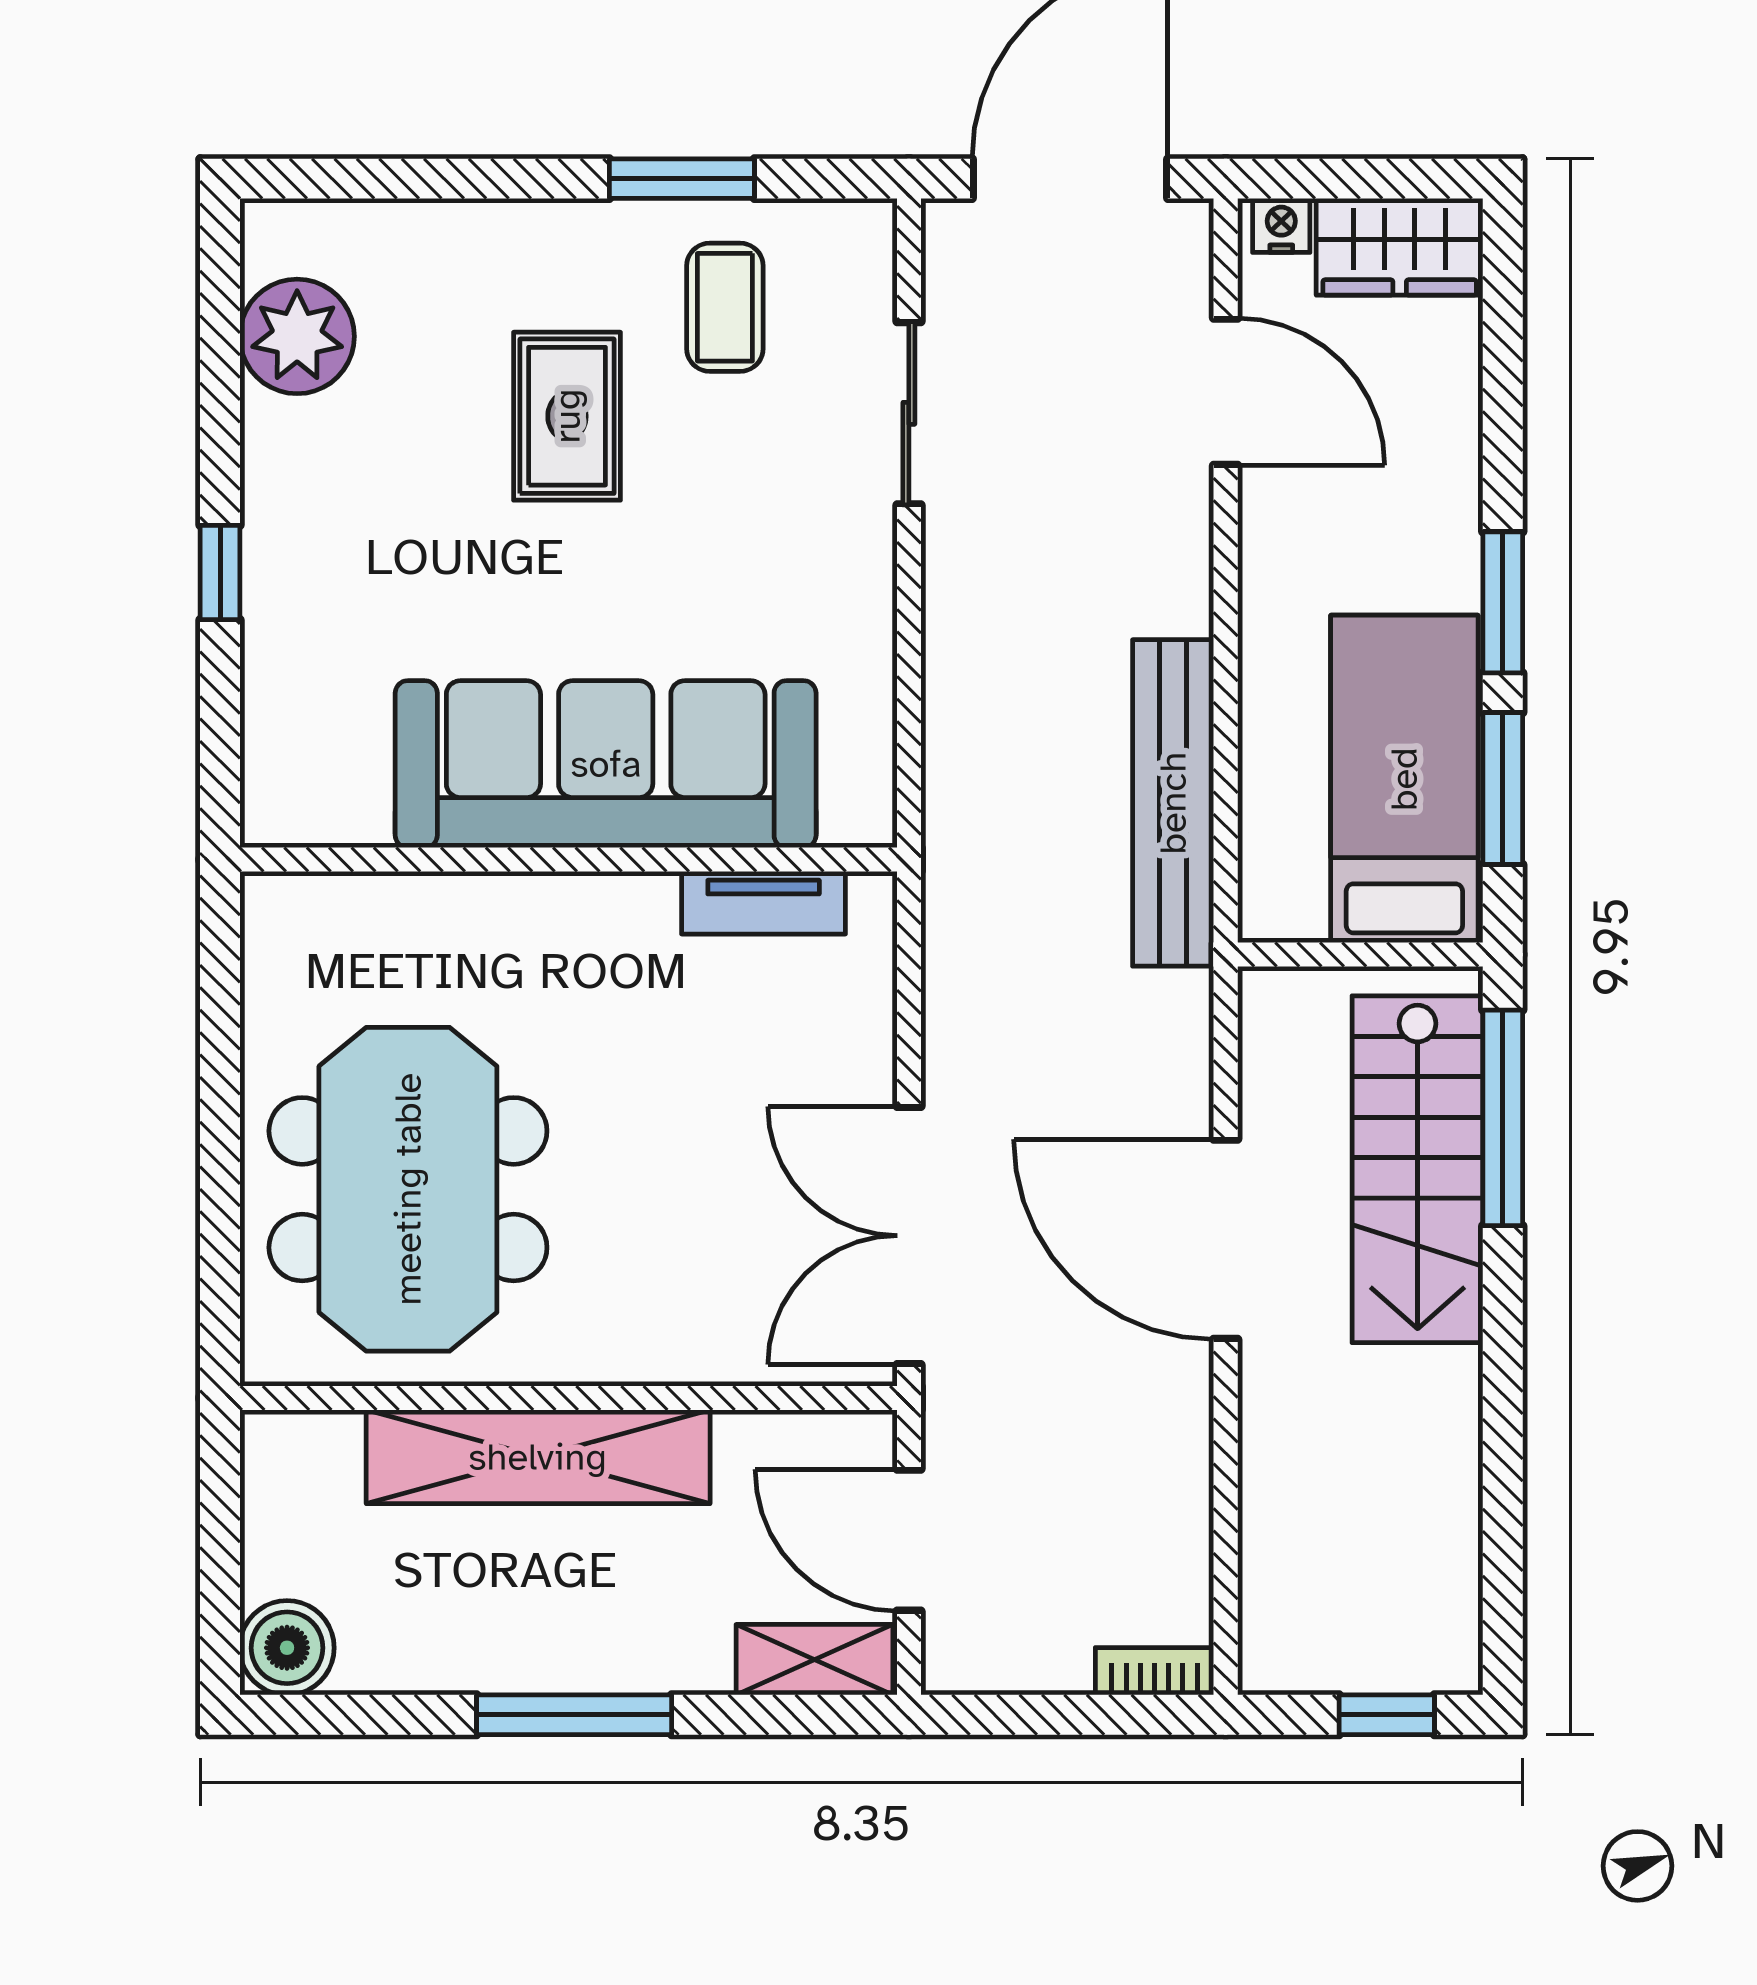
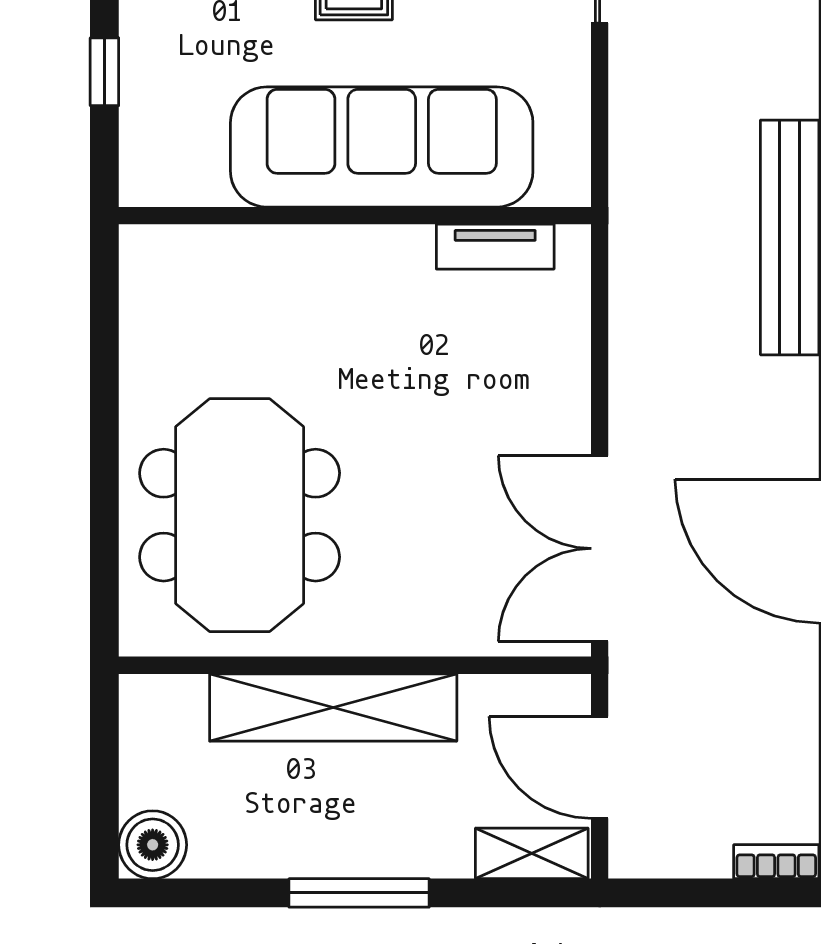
sofa: (606, 764) -> (382, 147), moved
wall: (568, 860) -> (355, 216), moved
tv unit: (764, 903) -> (495, 247), moved

